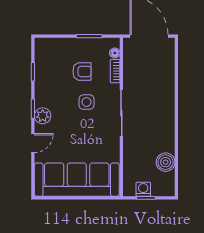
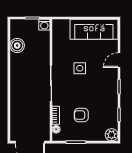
side table: (86, 102) -> (80, 68), moved
plant: (43, 116) -> (112, 135), moved
sofa: (77, 180) -> (94, 29), width x0.74, depth x0.79
washing machine: (143, 189) -> (44, 25), moved

